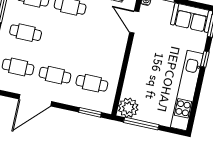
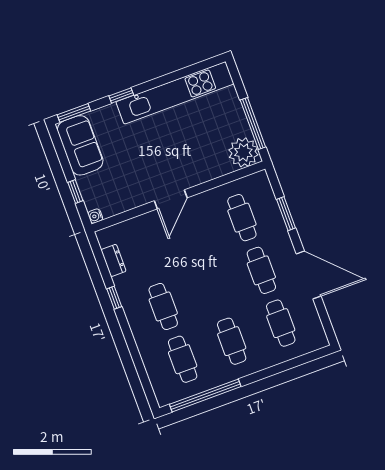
door: (134, 22) -> (171, 199), moved
window: (90, 112) -> (286, 214), moved

